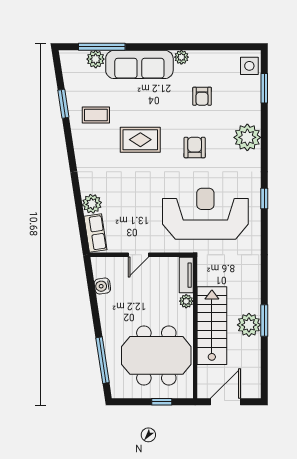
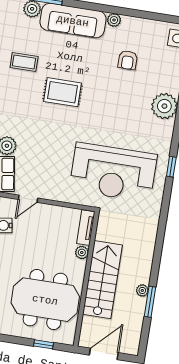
armchair: (195, 148) -> (113, 108), removed
reception desk: (205, 214) -> (113, 172), turned 180
door: (139, 255) -> (28, 199), moved
window: (264, 320) -> (150, 302), moved
plant: (249, 325) -> (142, 290), width x0.53, depth x0.53

